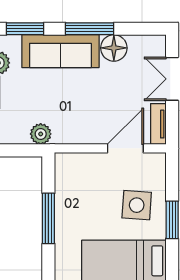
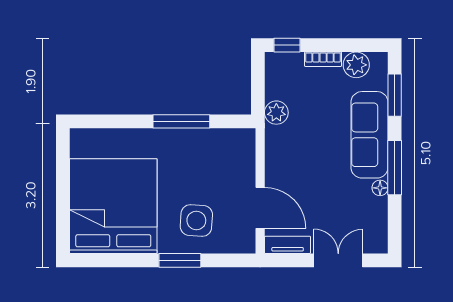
floor lamp: (114, 48) -> (380, 188), width x0.53, depth x0.53

